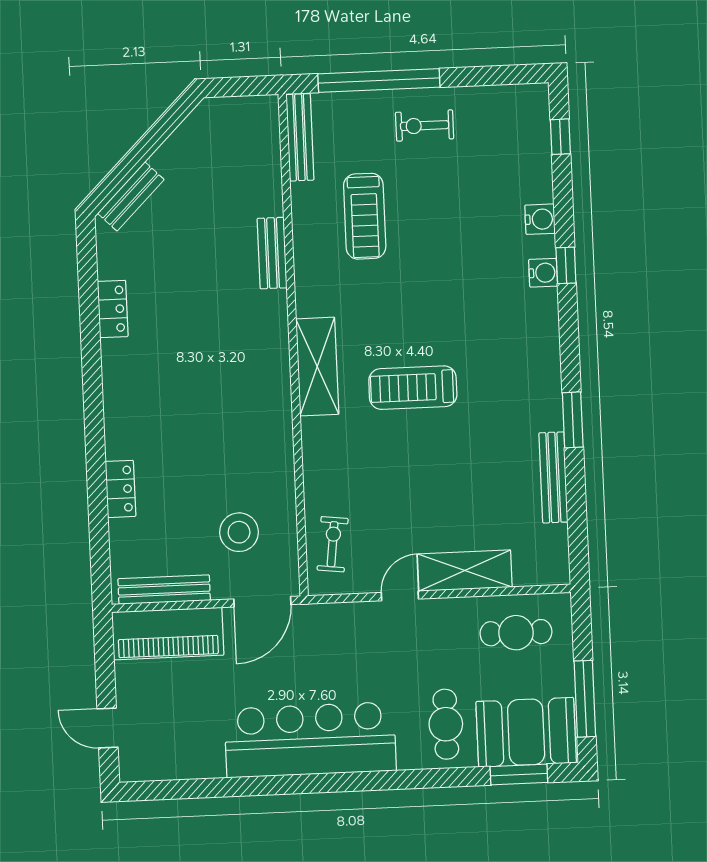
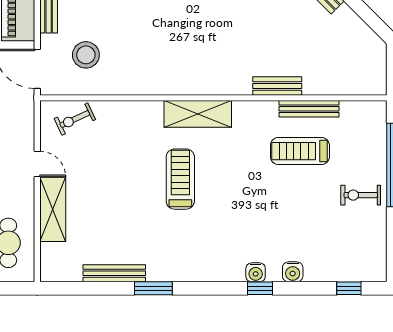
exercise bike: (425, 126) -> (361, 195), turned -90
bench: (300, 137) -> (309, 109), moved
exercise bike: (333, 544) -> (75, 119), turned 148

